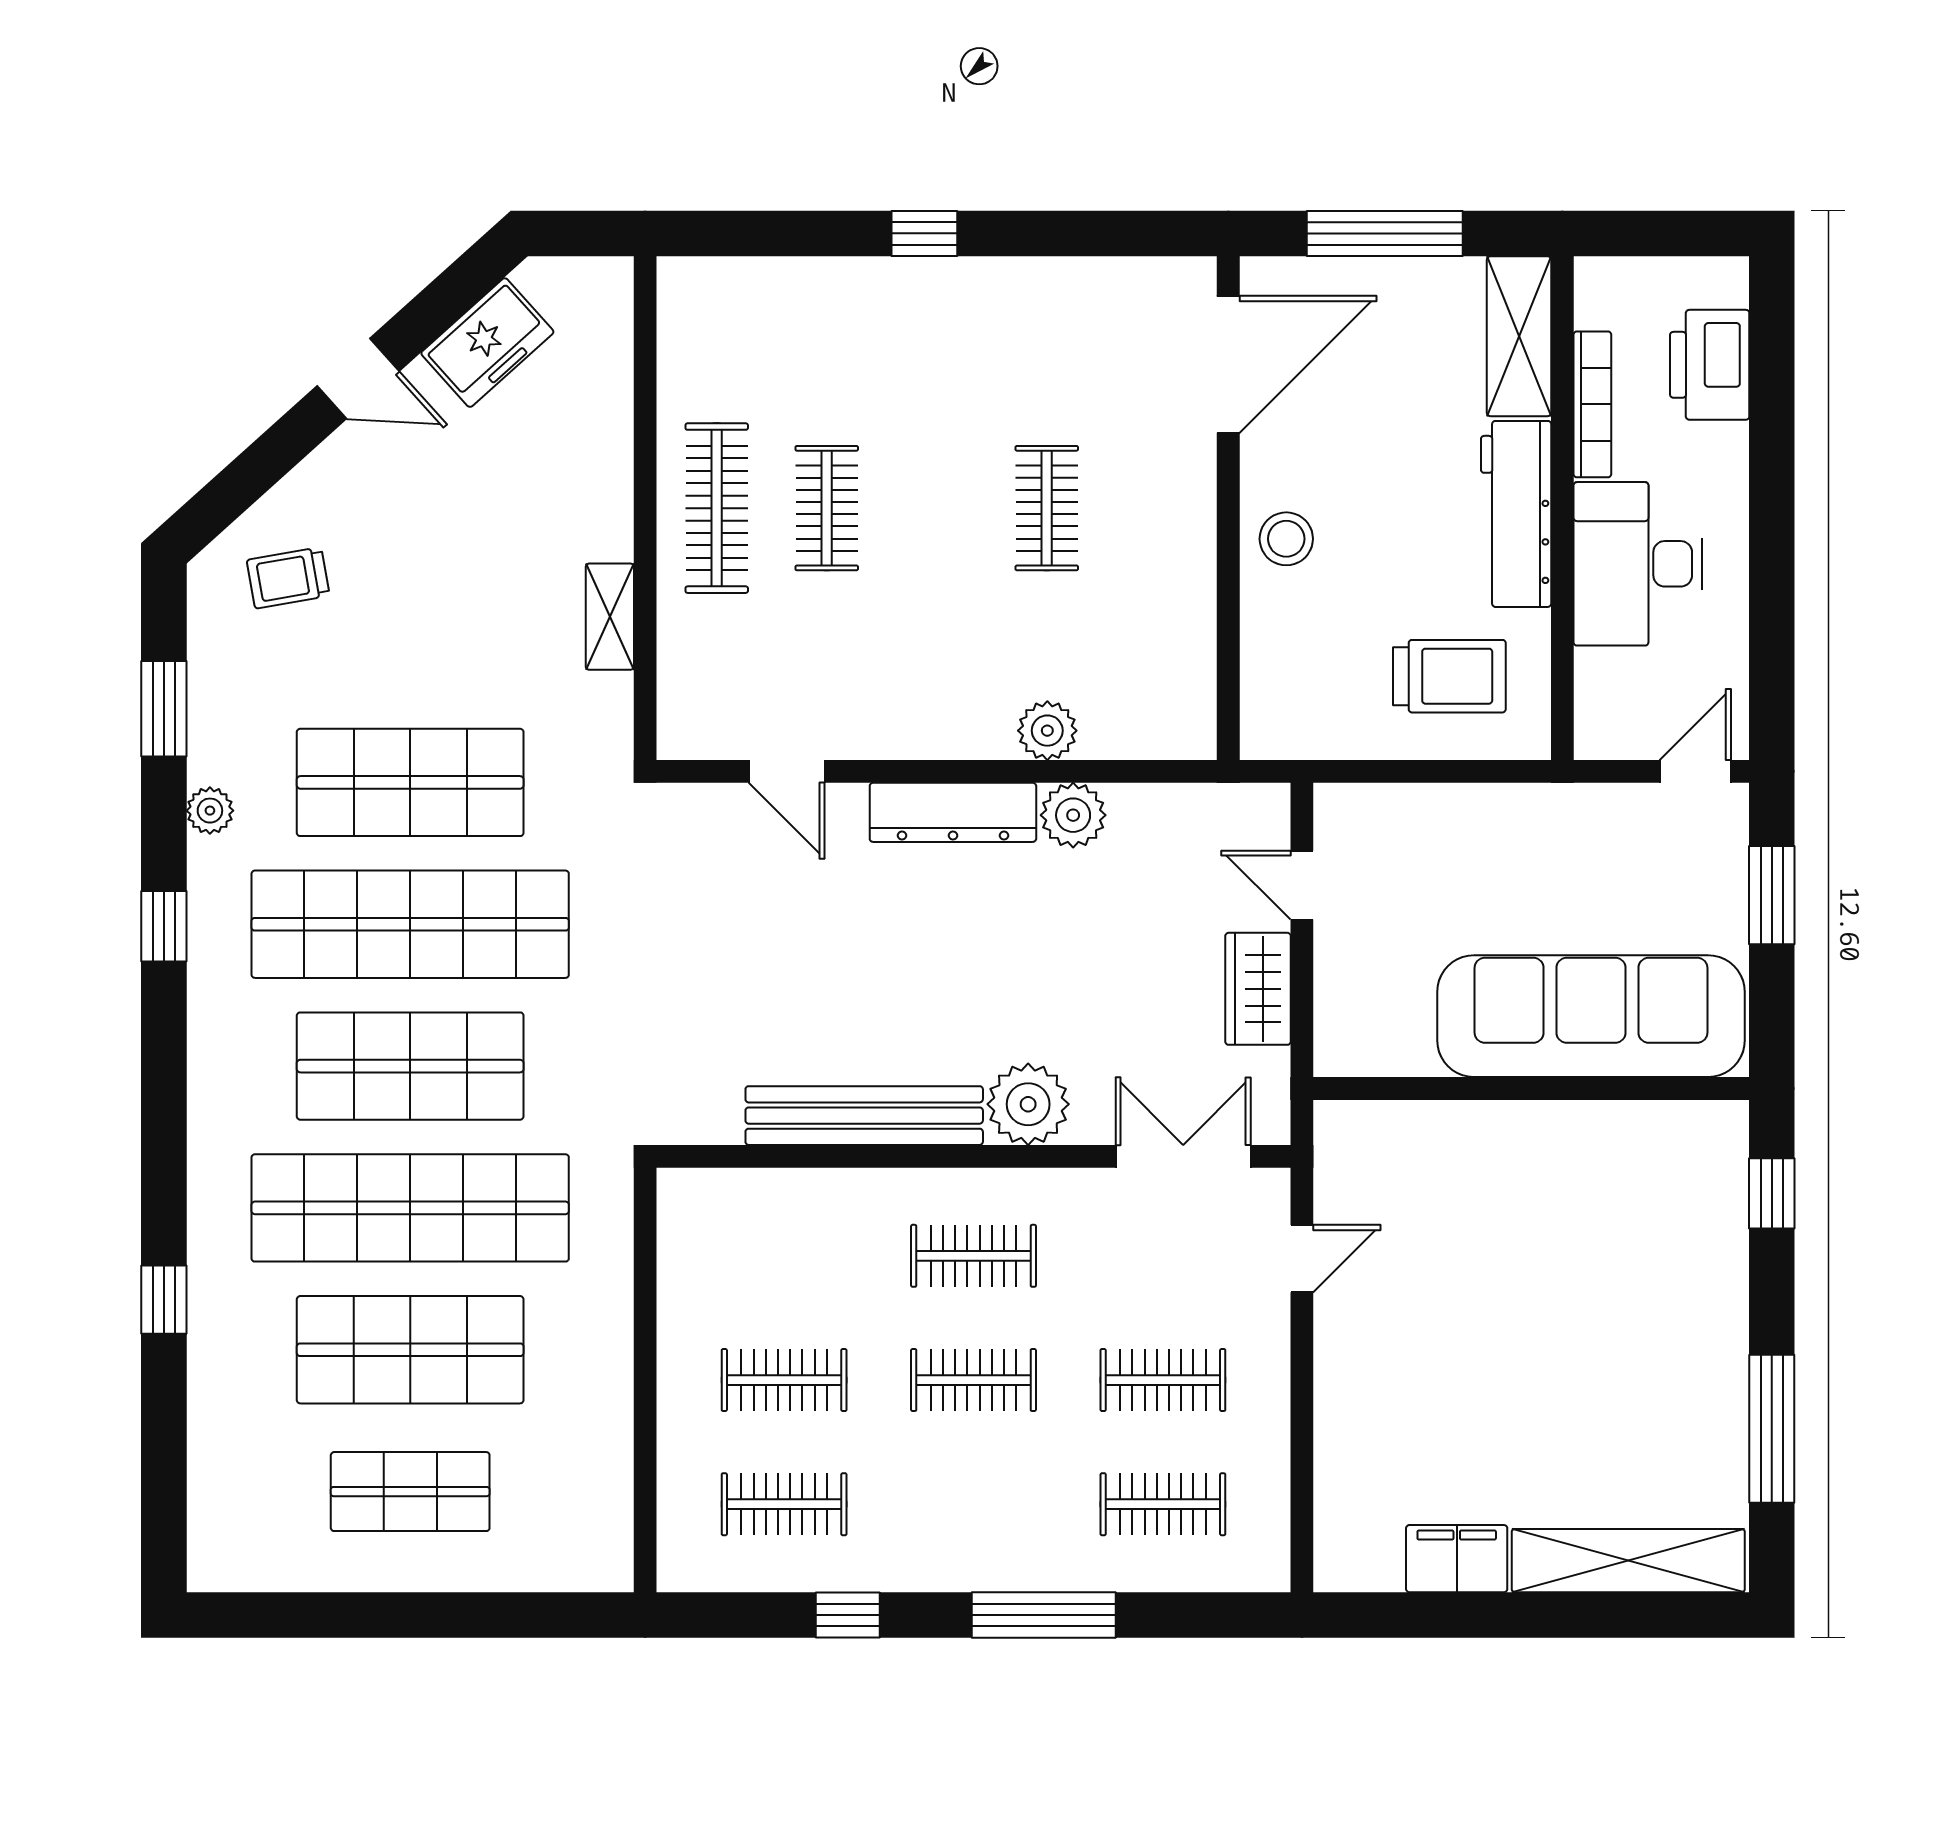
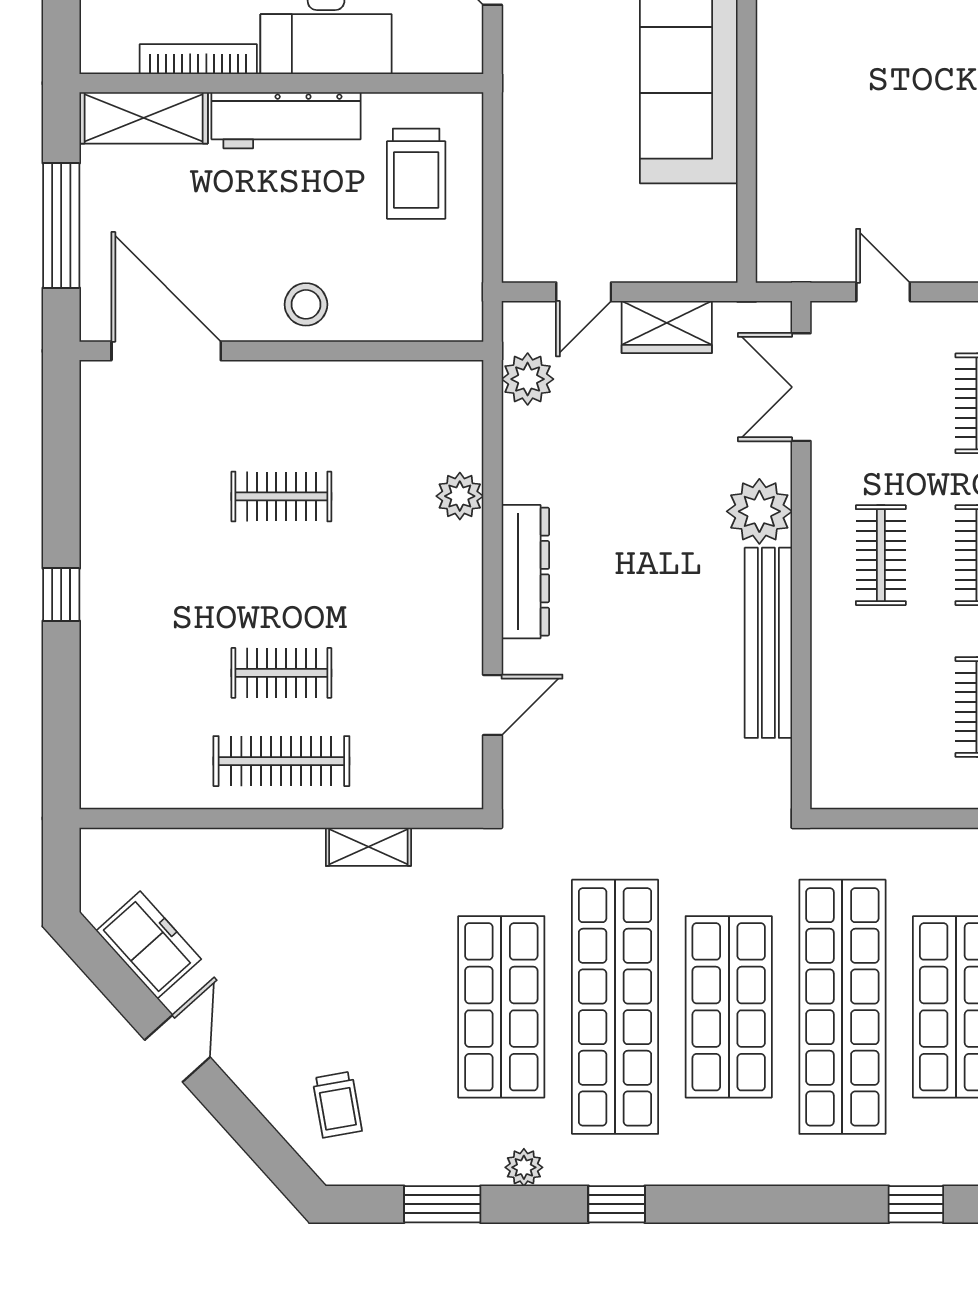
trolley: (1449, 676) -> (416, 174), turned 180
plant: (1073, 815) -> (528, 379), moved

